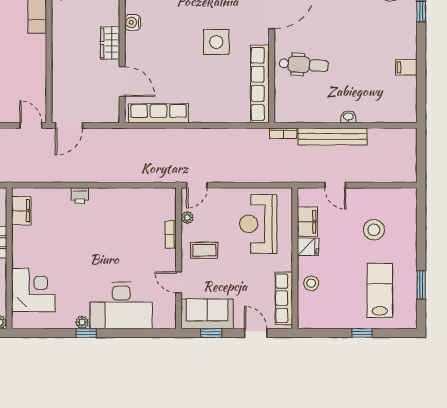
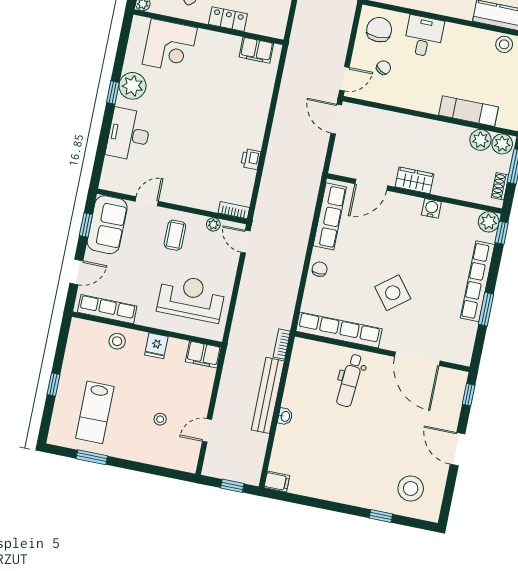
side table: (216, 42) -> (393, 293), turned -38
filing cabinet: (406, 67) -> (277, 482), moved, turned 90
chair: (14, 92) -> (384, 68), added
chair: (208, 113) -> (320, 269), added
window: (421, 152) -> (232, 486), added
door: (335, 185) -> (207, 430), moved
printer: (80, 196) -> (251, 159), moved
filing cabinet: (307, 222) -> (203, 355), moved
stool: (374, 230) -> (160, 419), width x0.53, depth x0.53
bookcase: (171, 235) -> (234, 210), moved
lab bench: (380, 290) -> (95, 412), turned 90
desk: (121, 306) -> (129, 134), width x0.73, depth x0.77
plant: (82, 322) -> (132, 86), width x1.88, depth x1.88

